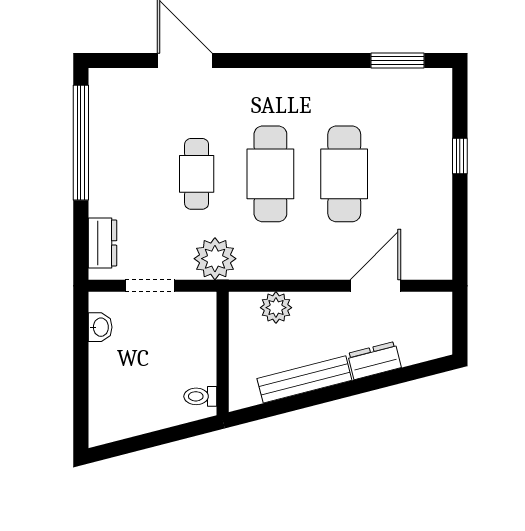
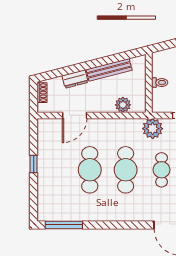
window: (398, 60) -> (64, 225), width x1.44
window: (460, 156) -> (34, 164), moved
shoe rack: (442, 333) -> (42, 93), added
toilet: (200, 396) -> (160, 83), moved

